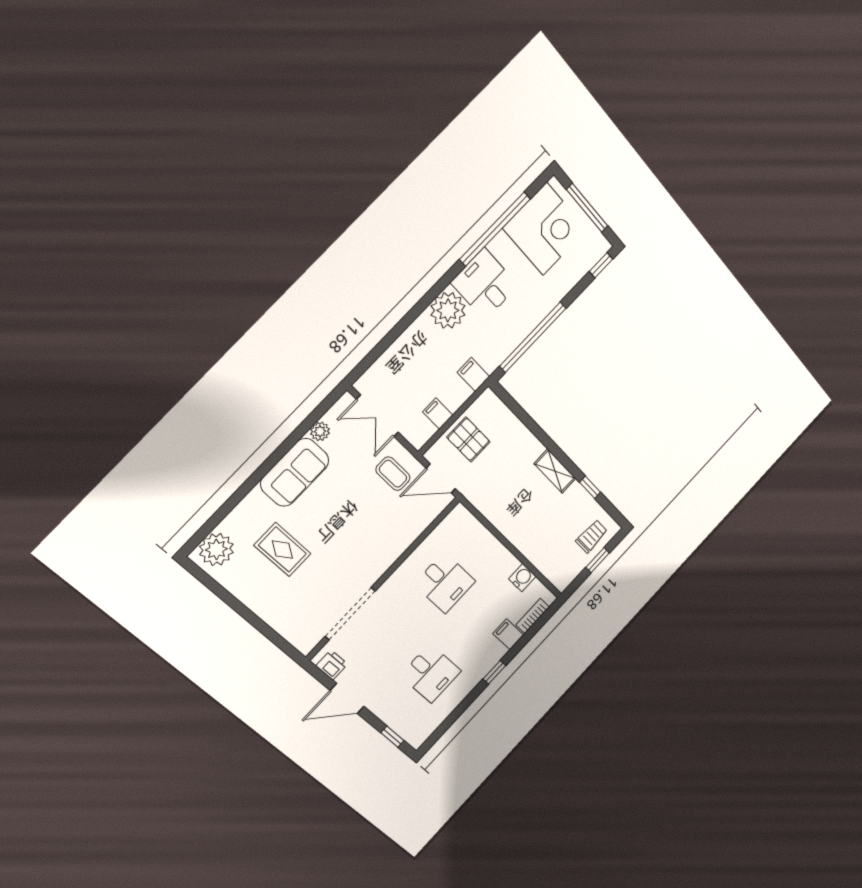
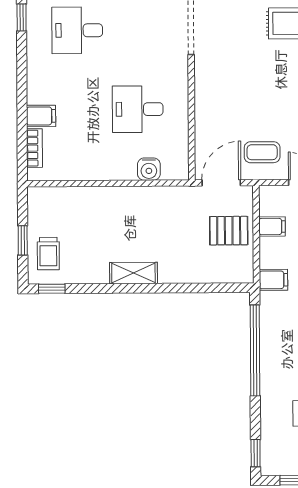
window: (590, 487) -> (52, 289), moved
water cooler: (522, 578) -> (149, 169), moved
window: (494, 672) -> (22, 17), moved

